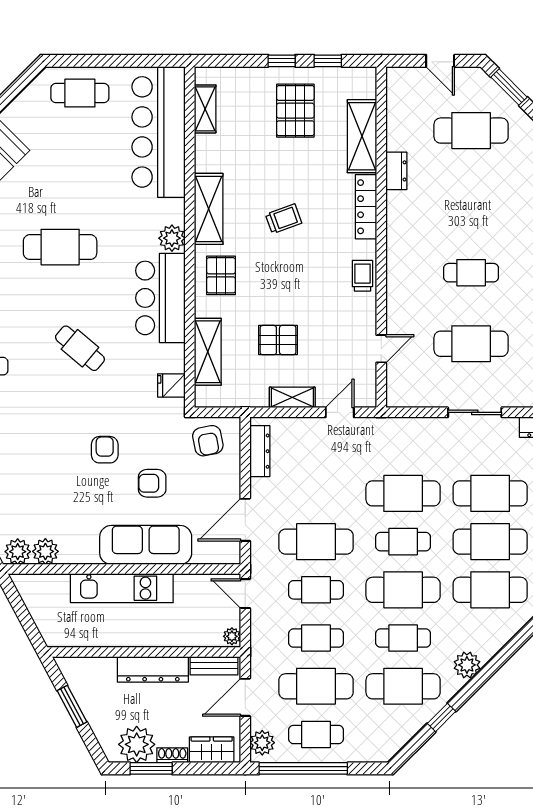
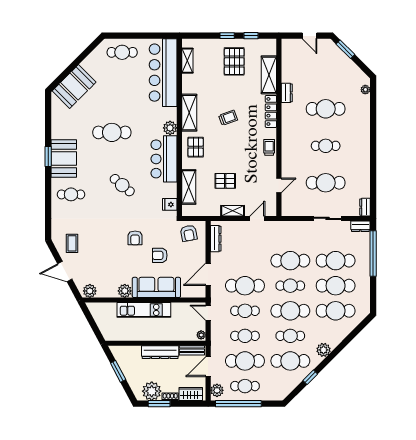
cafe table: (471, 131) -> (326, 109), moved
armchair: (105, 450) -> (135, 238), turned 180
plant: (45, 551) -> (125, 291), moved

